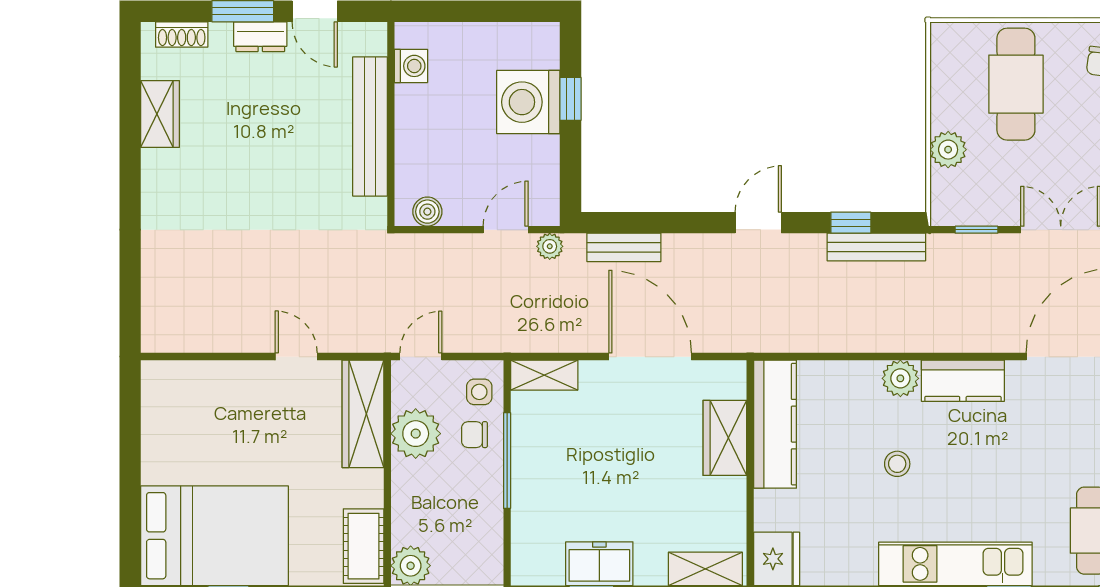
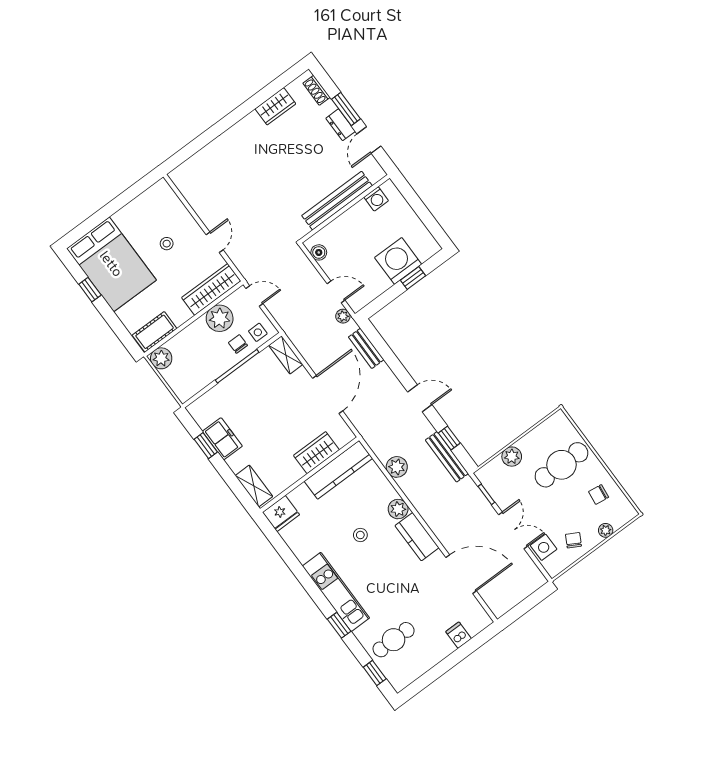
plant: (836, 333) -> (397, 467), added
stool: (245, 430) -> (167, 244), added

